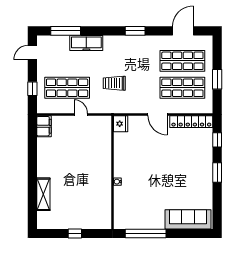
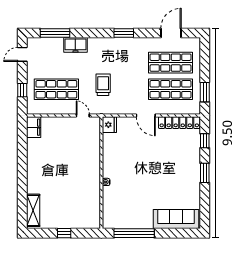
freezer: (86, 43) -> (75, 45), width x0.71
window: (217, 79) -> (205, 92), moved
trolley: (114, 83) -> (103, 85), turned 90
door: (81, 114) -> (83, 115), moved
shelving: (43, 194) -> (33, 210), moved

